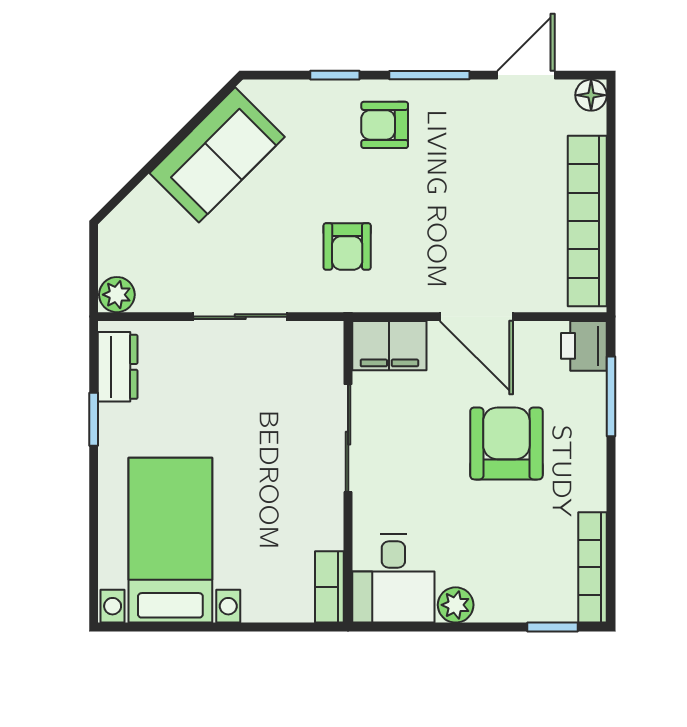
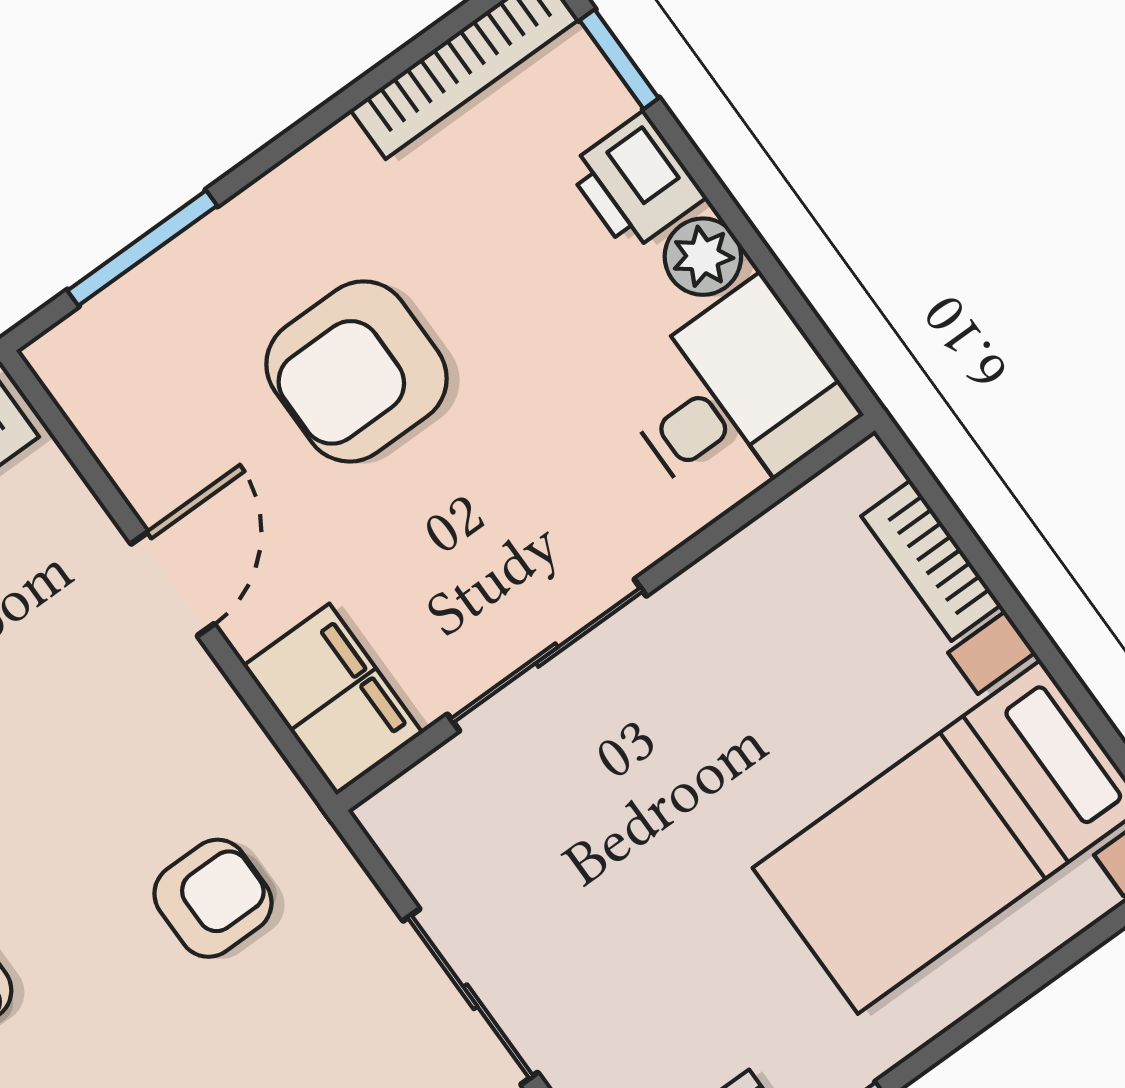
door: (476, 317) -> (173, 584), width x0.73
printer: (584, 346) -> (636, 182), moved, turned 90
bookcase: (329, 587) -> (931, 561), moved, turned 90

